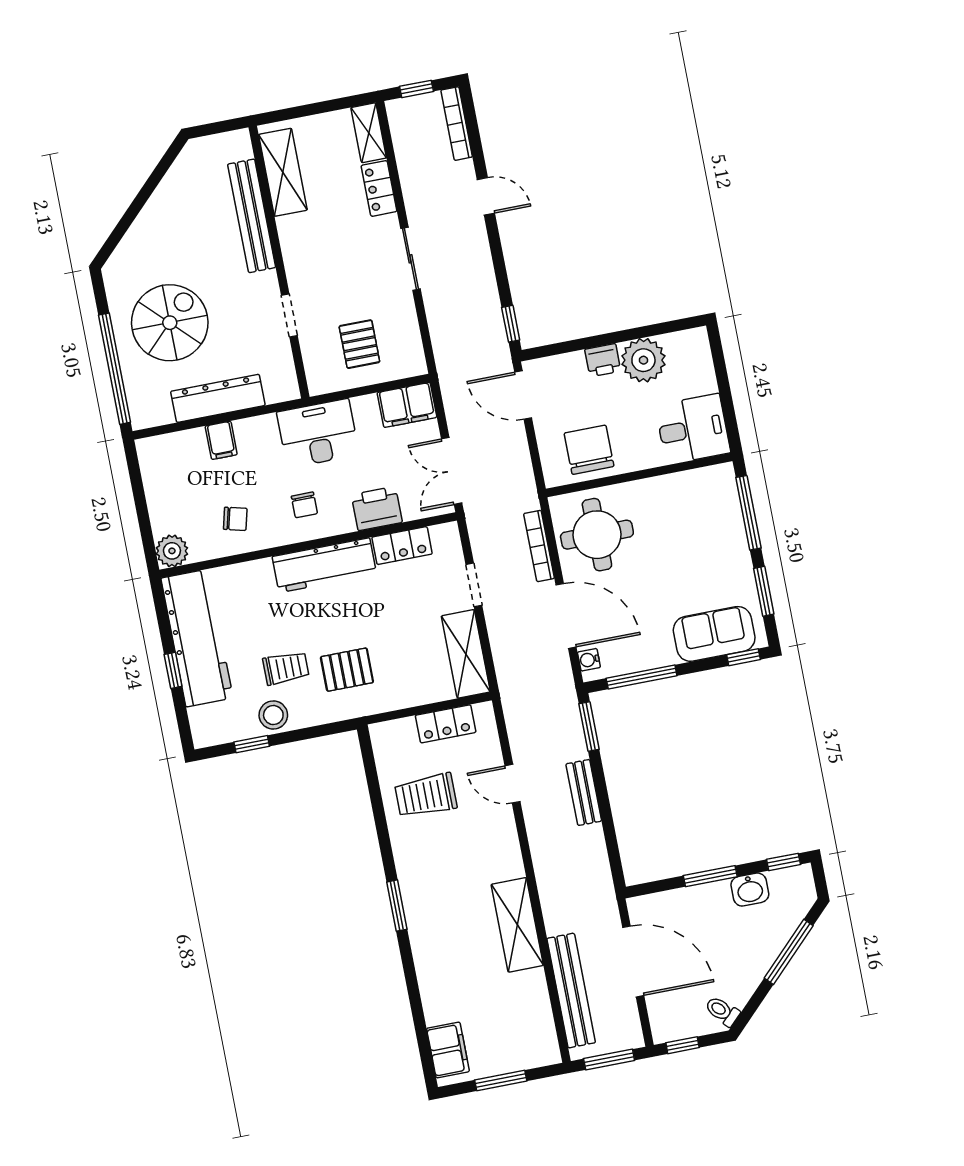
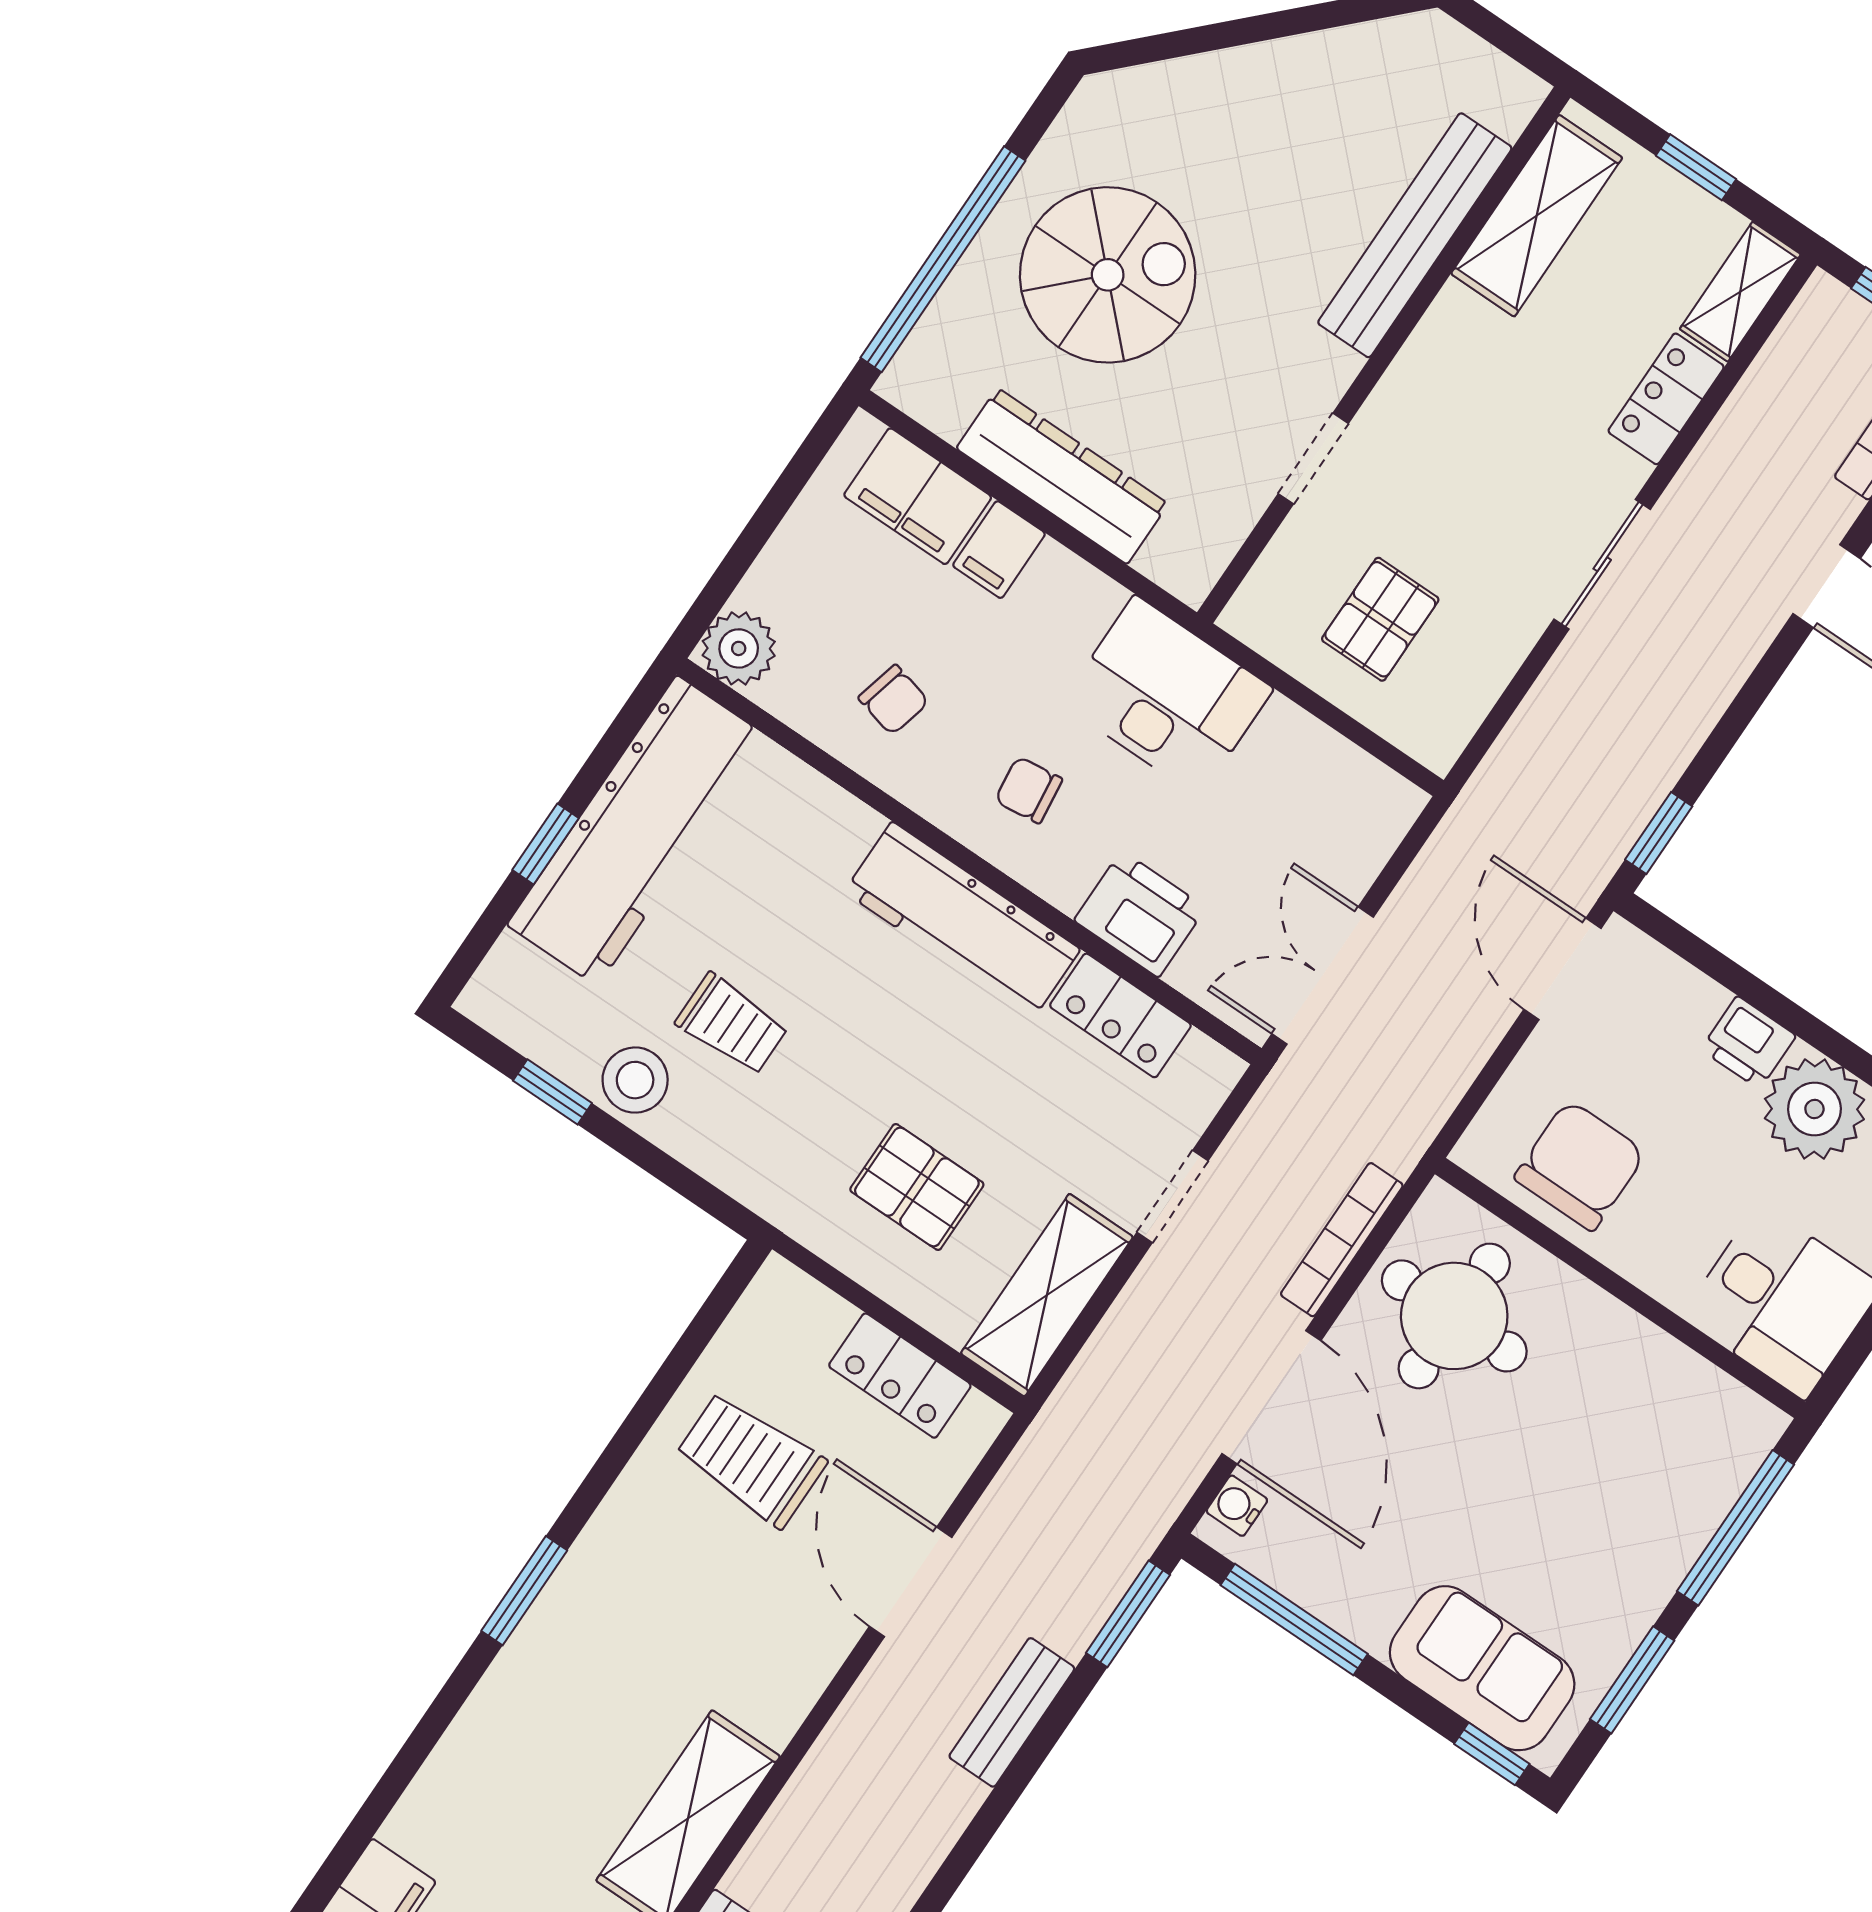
window: (317, 108) -> (1696, 167), added
filing cabinet: (407, 405) -> (918, 496), moved
chair: (304, 505) -> (1029, 790), turned 83
pallet: (347, 670) -> (917, 1187), moved
door: (512, 784) -> (911, 1582), width x1.37

